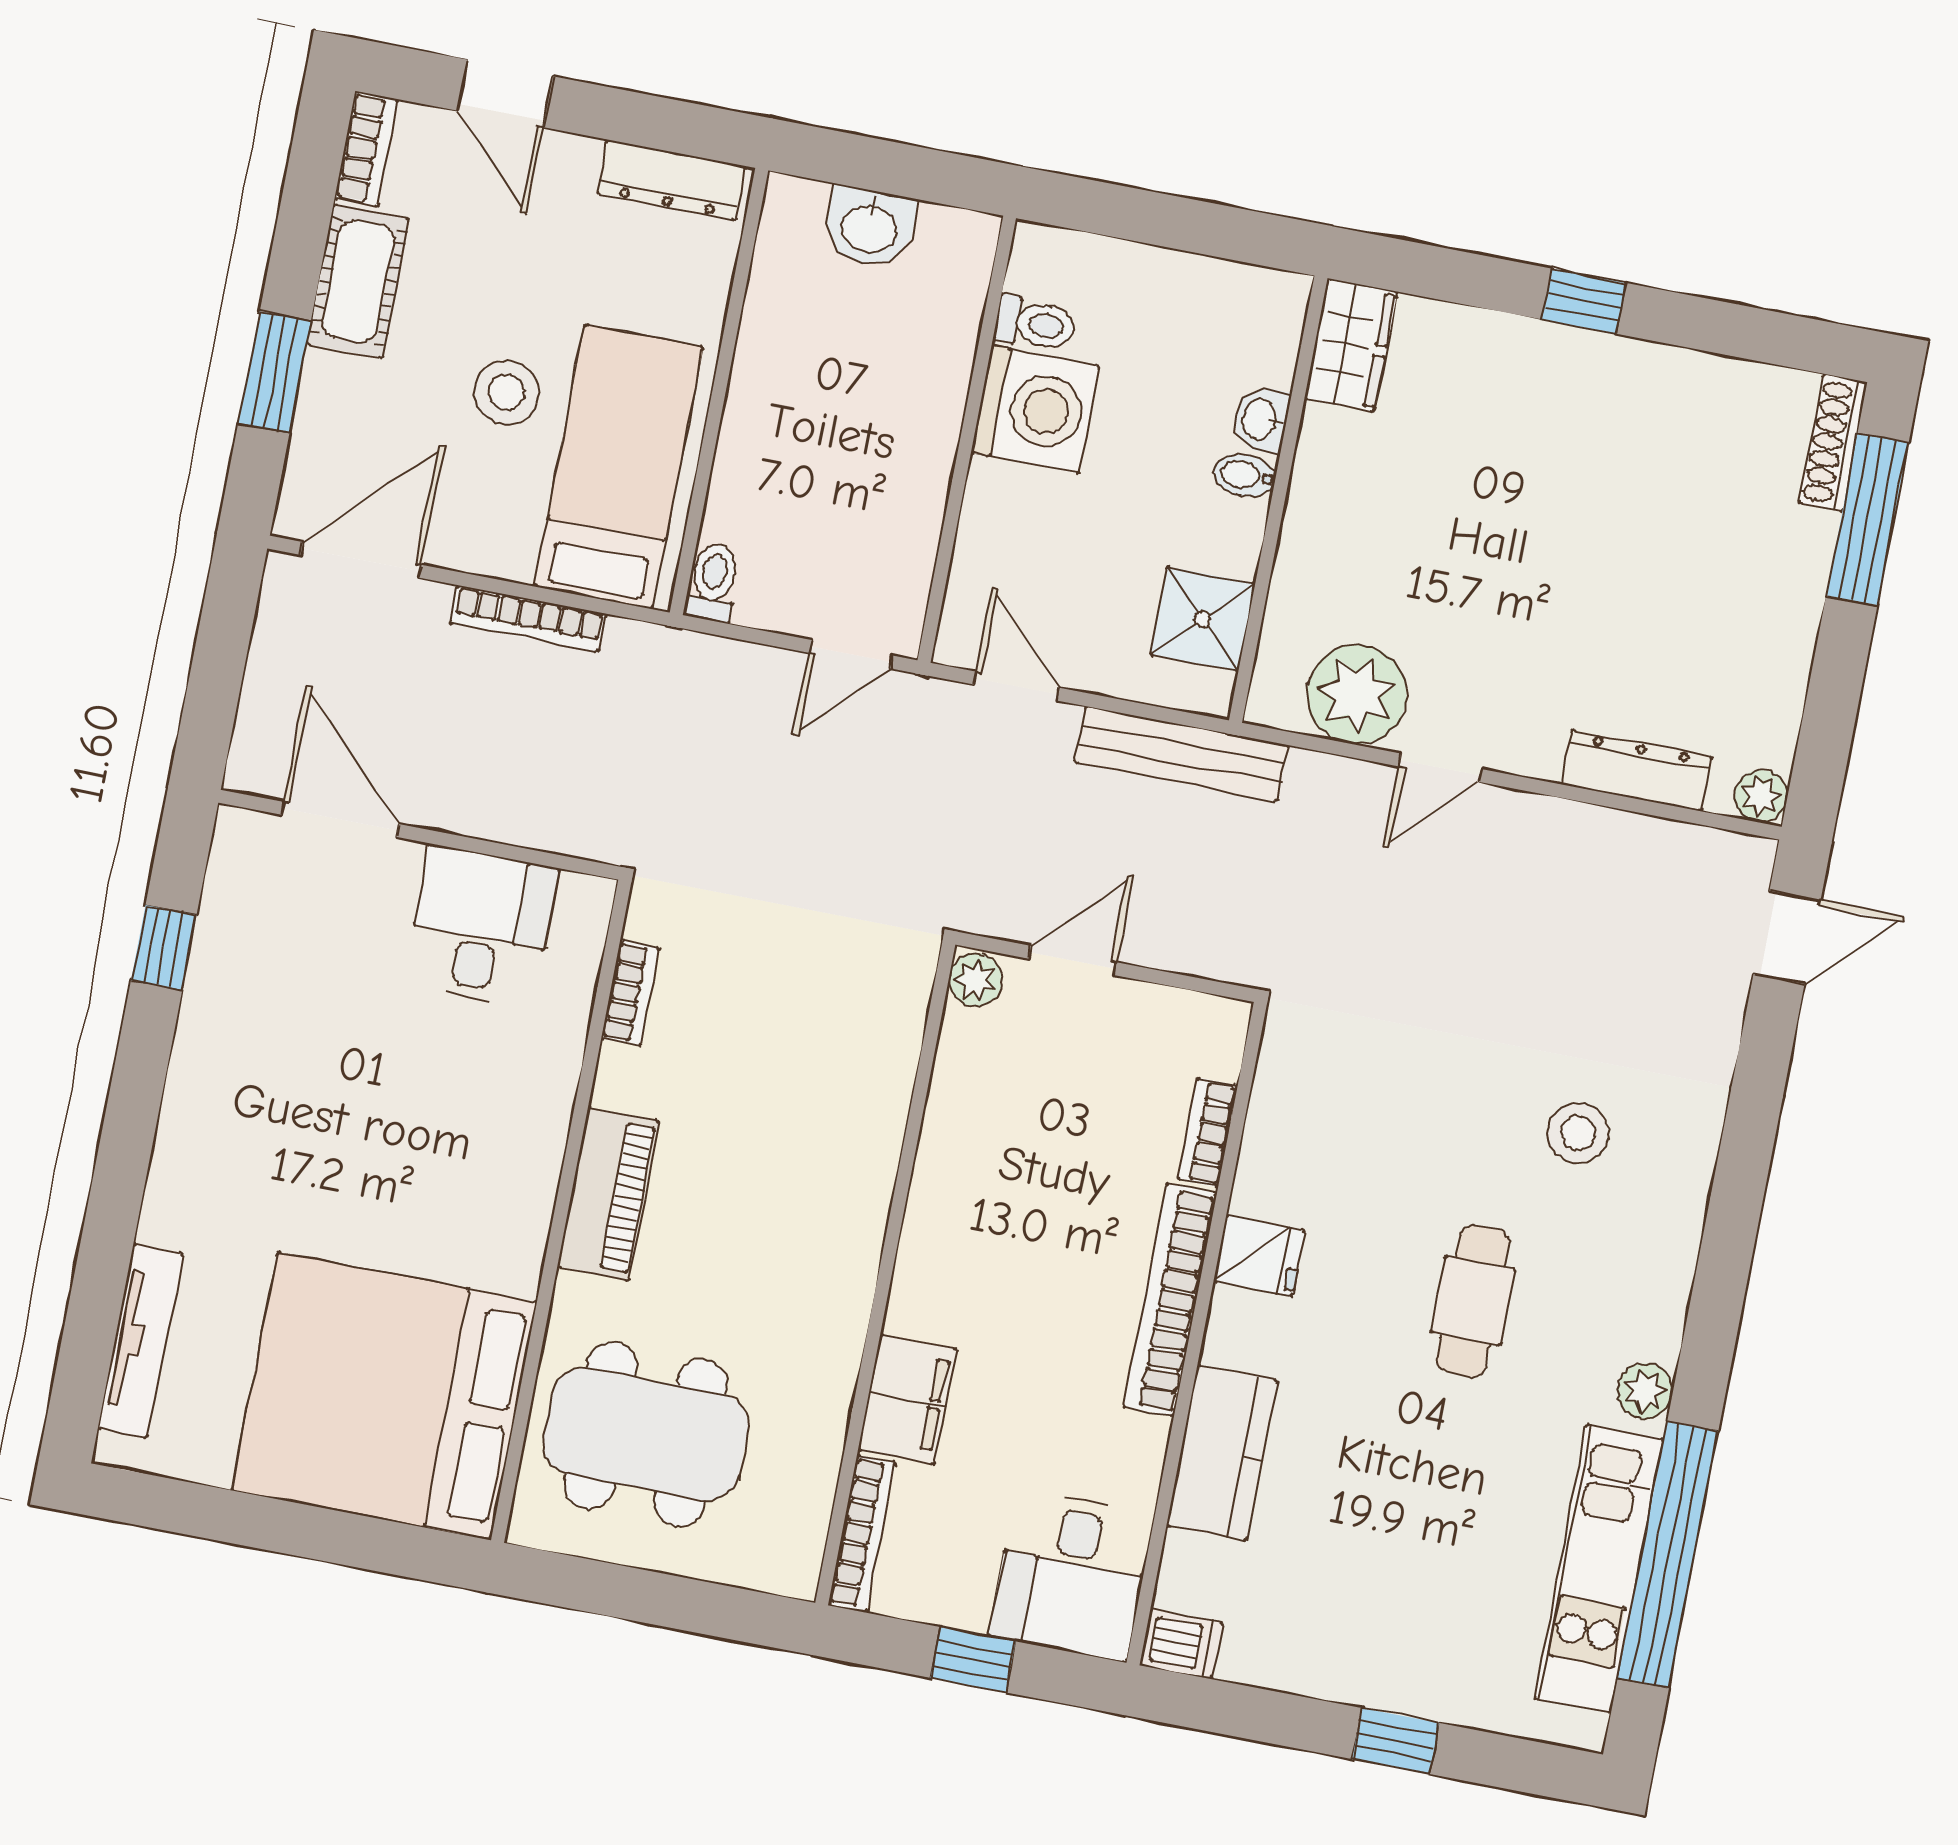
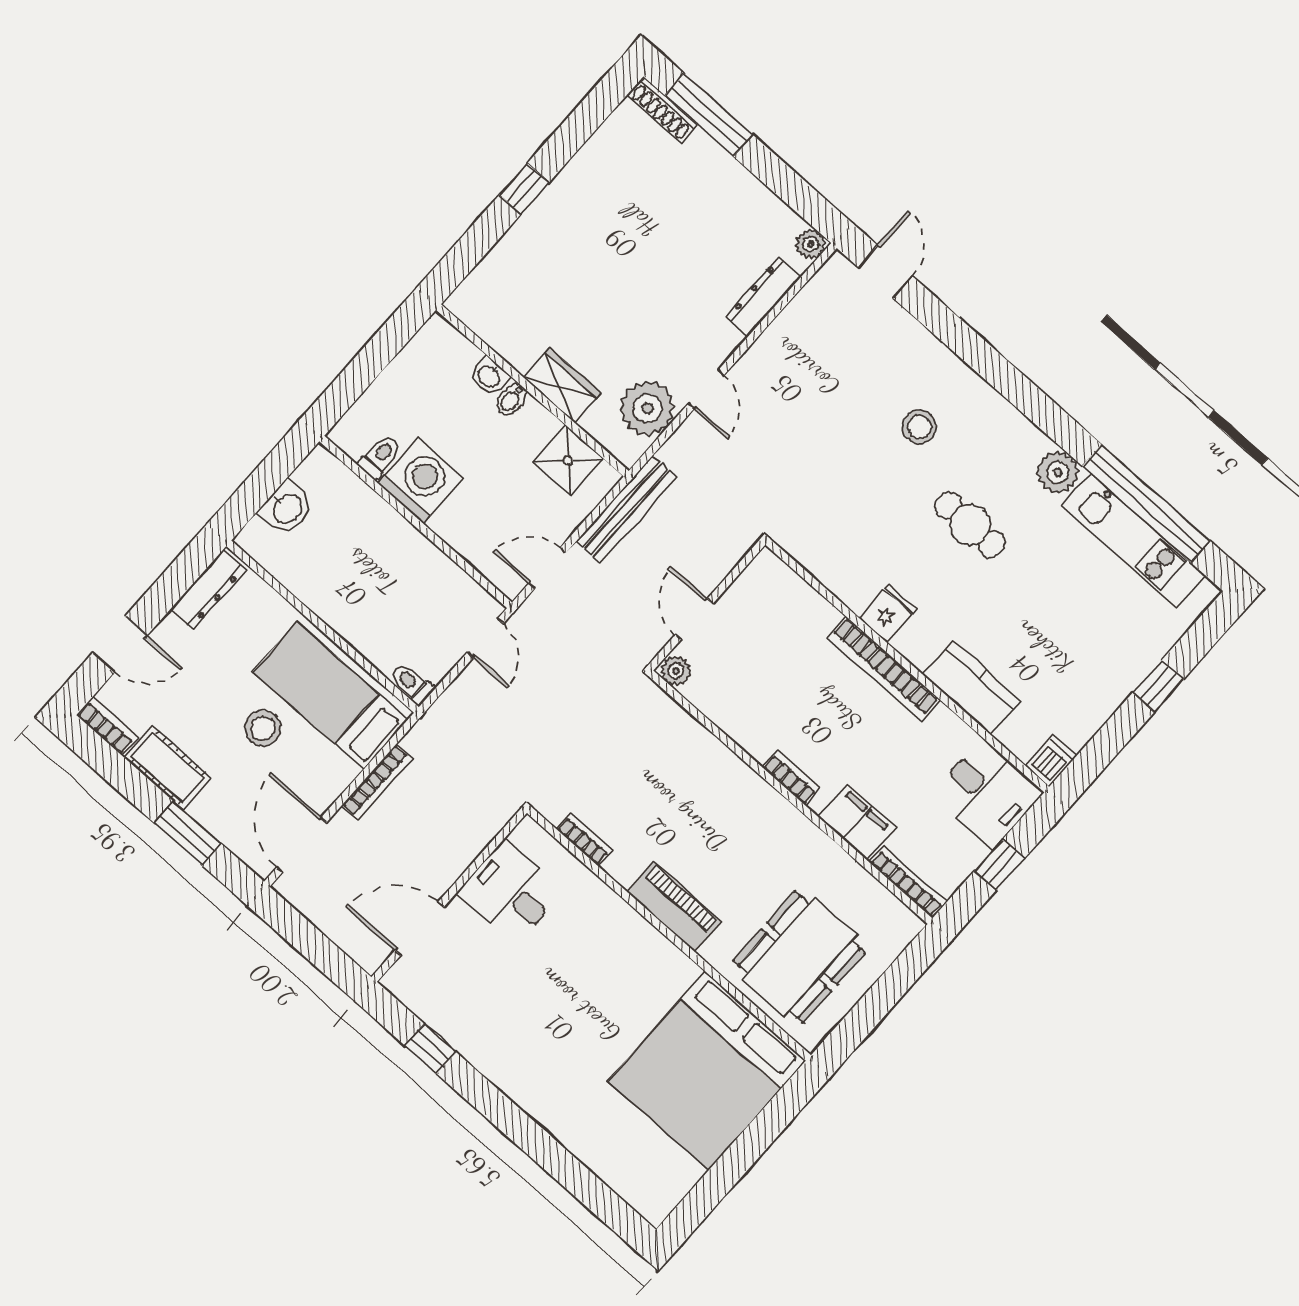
wardrobe: (1351, 345) -> (562, 385), moved
bookcase: (1208, 1132) -> (791, 778), moved, turned 180
tv unit: (140, 1341) -> (612, 1171), removed
plant: (1645, 1391) -> (1058, 472), width x1.38, depth x1.38

